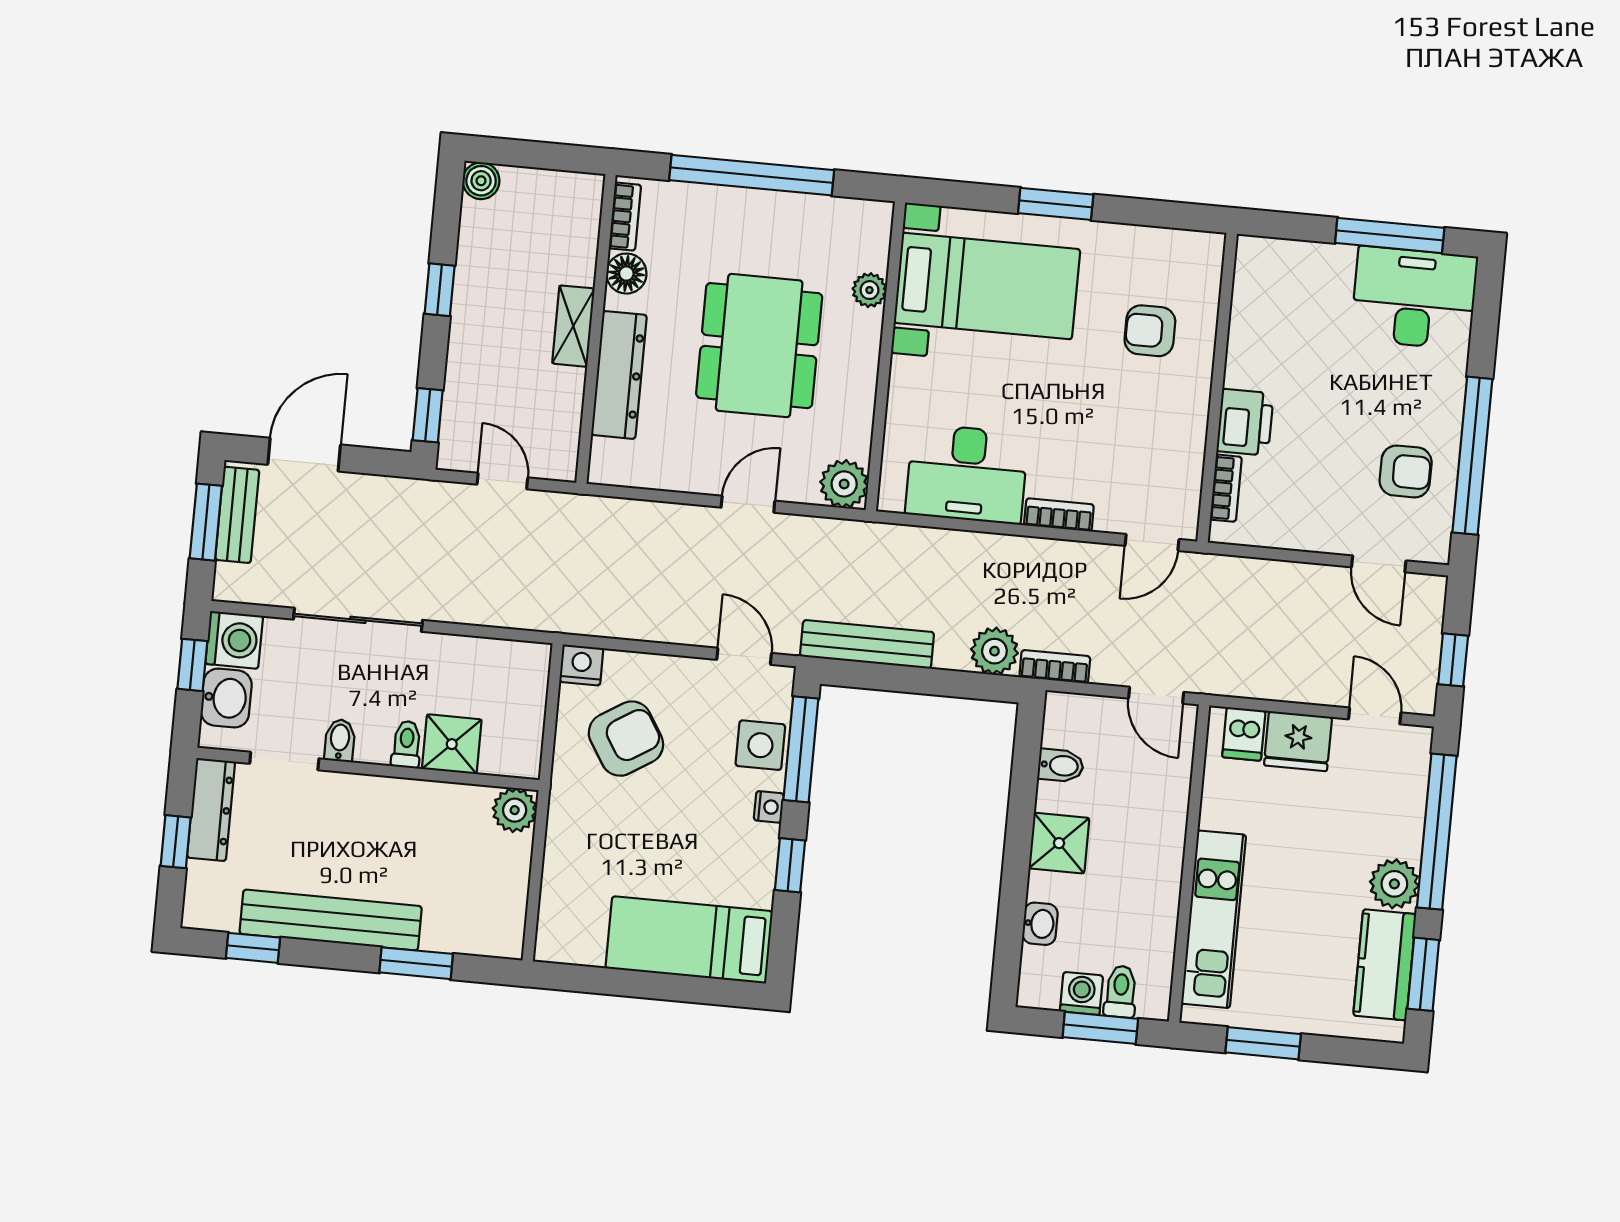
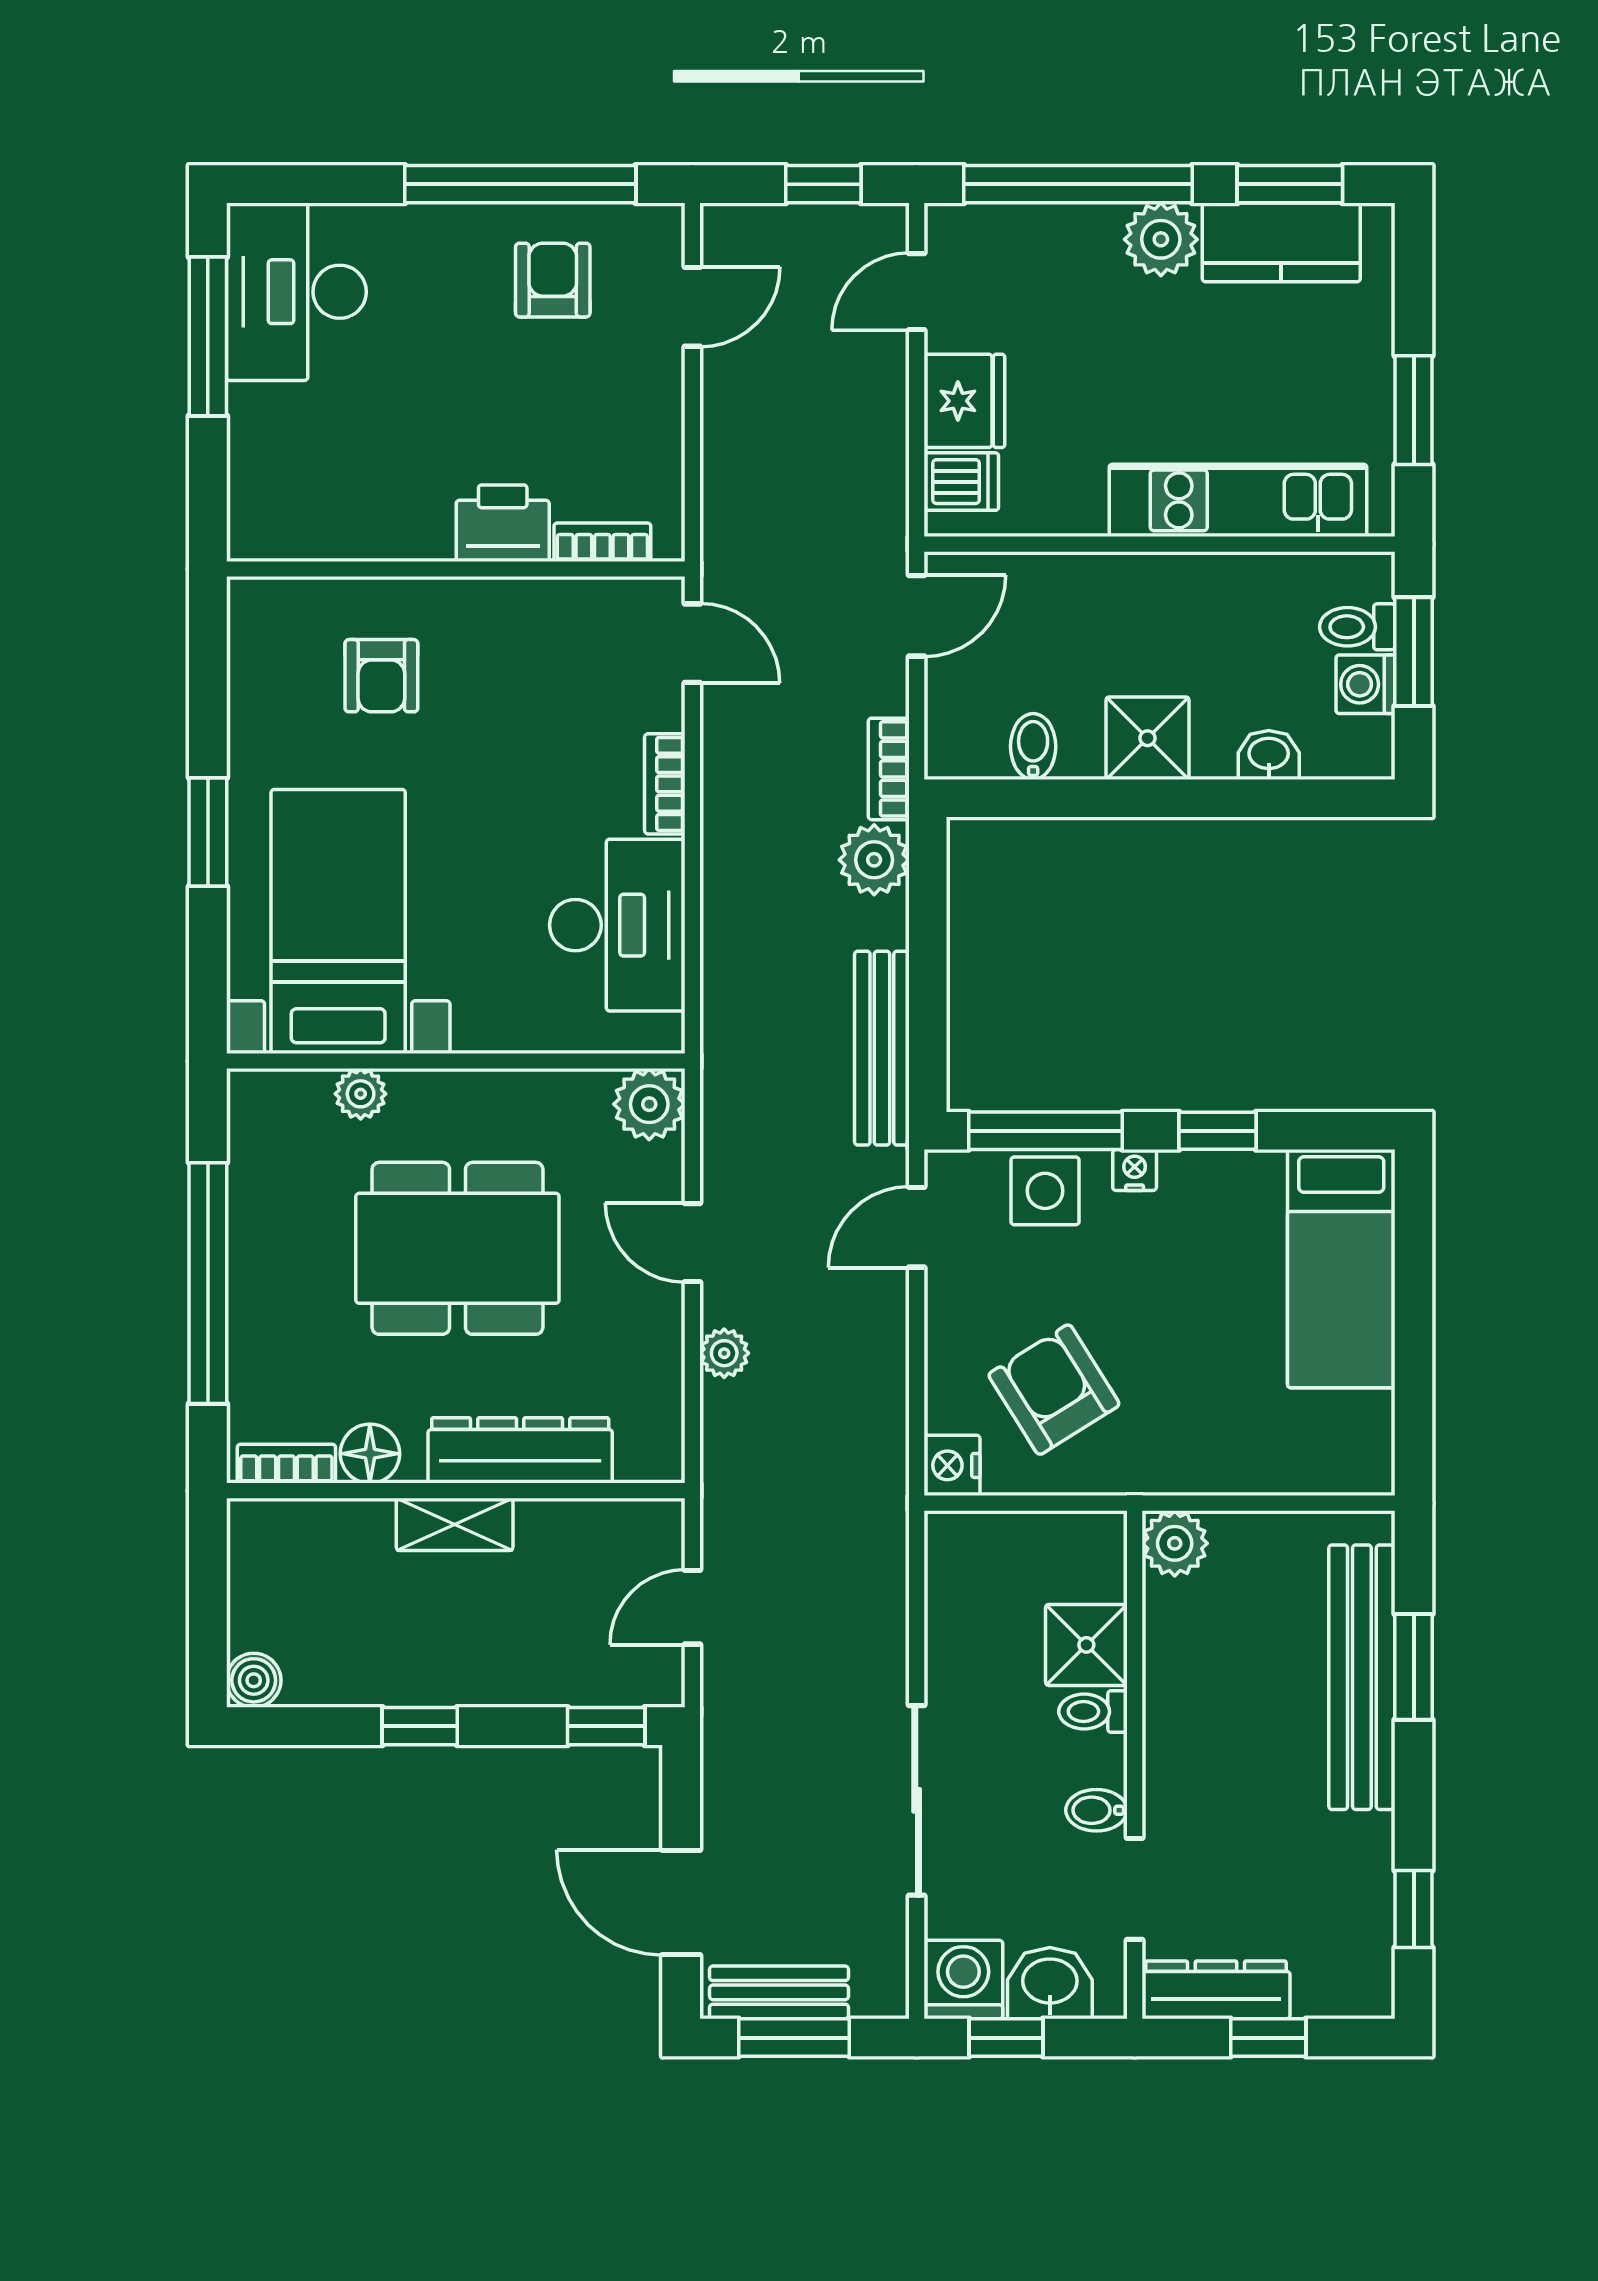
plant: (671, 519) -> (724, 1353), added
bench: (331, 920) -> (1362, 1677), moved

